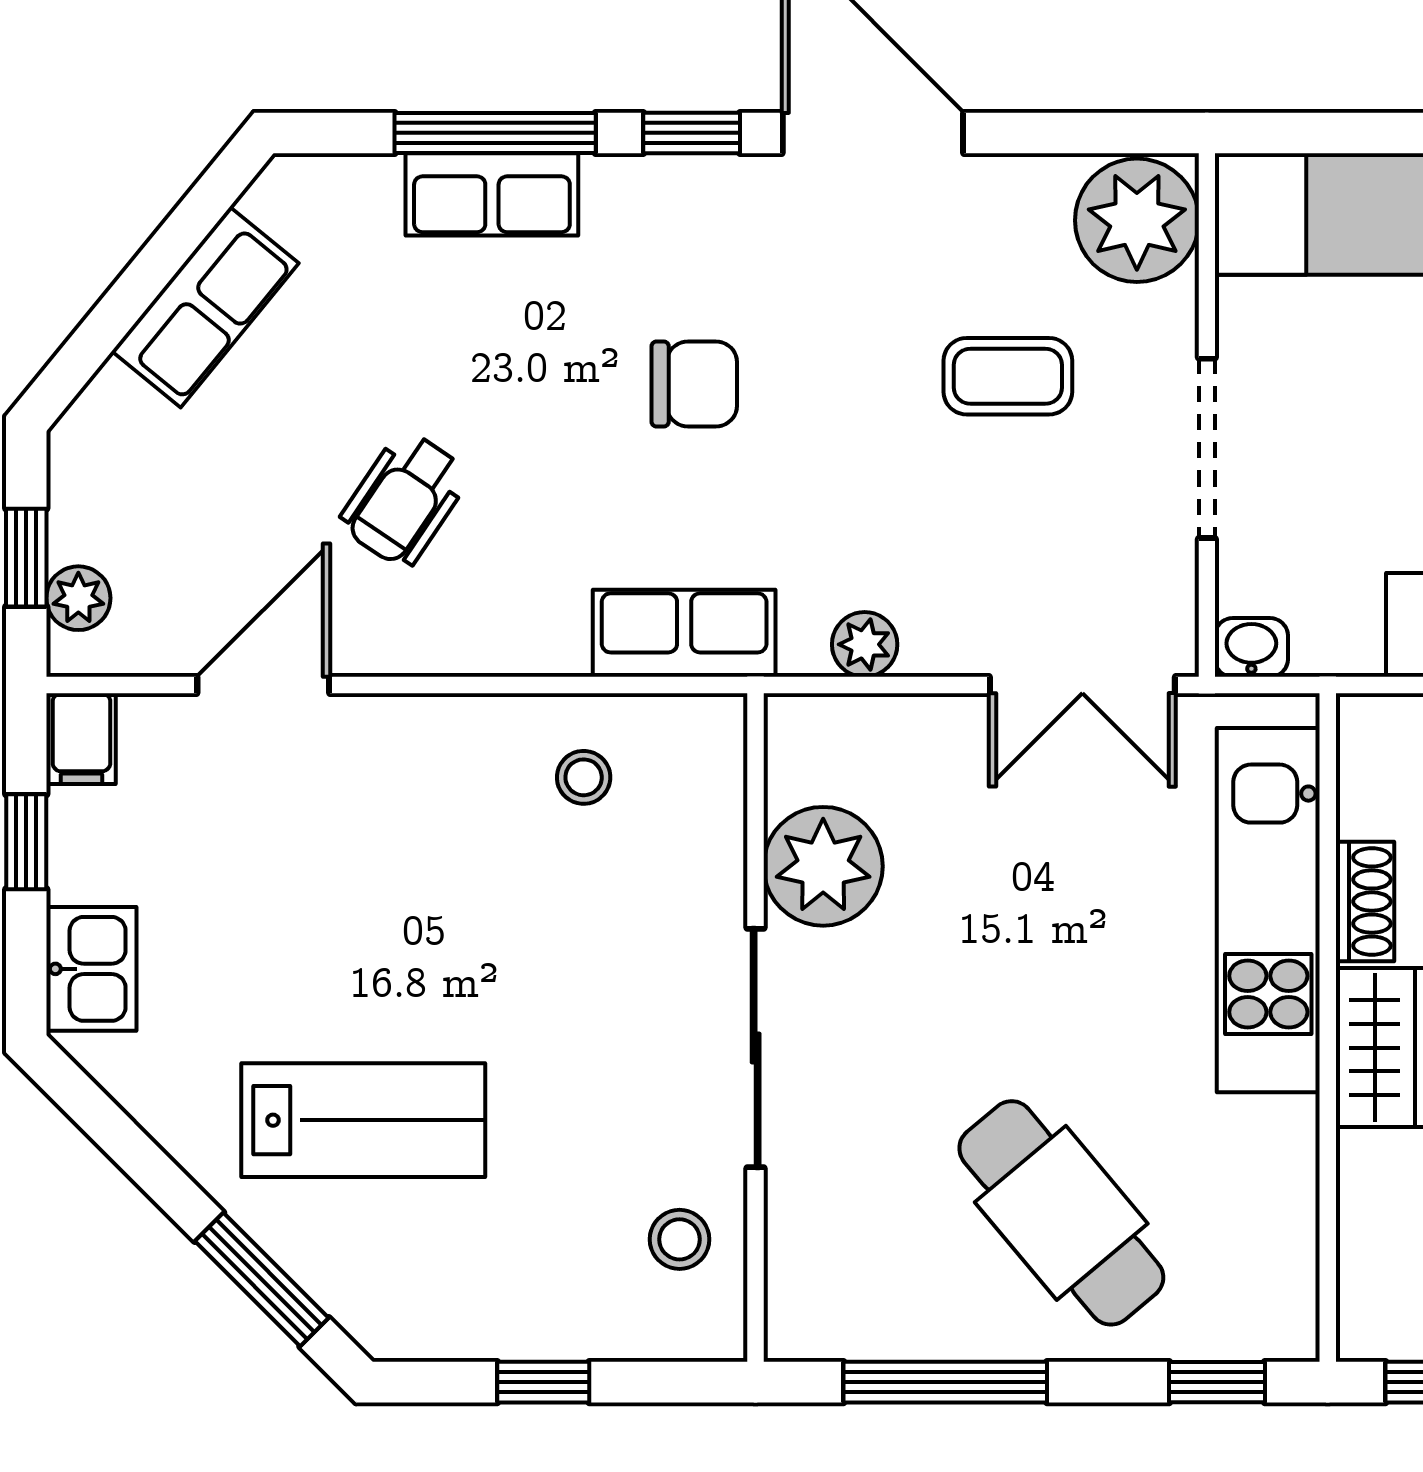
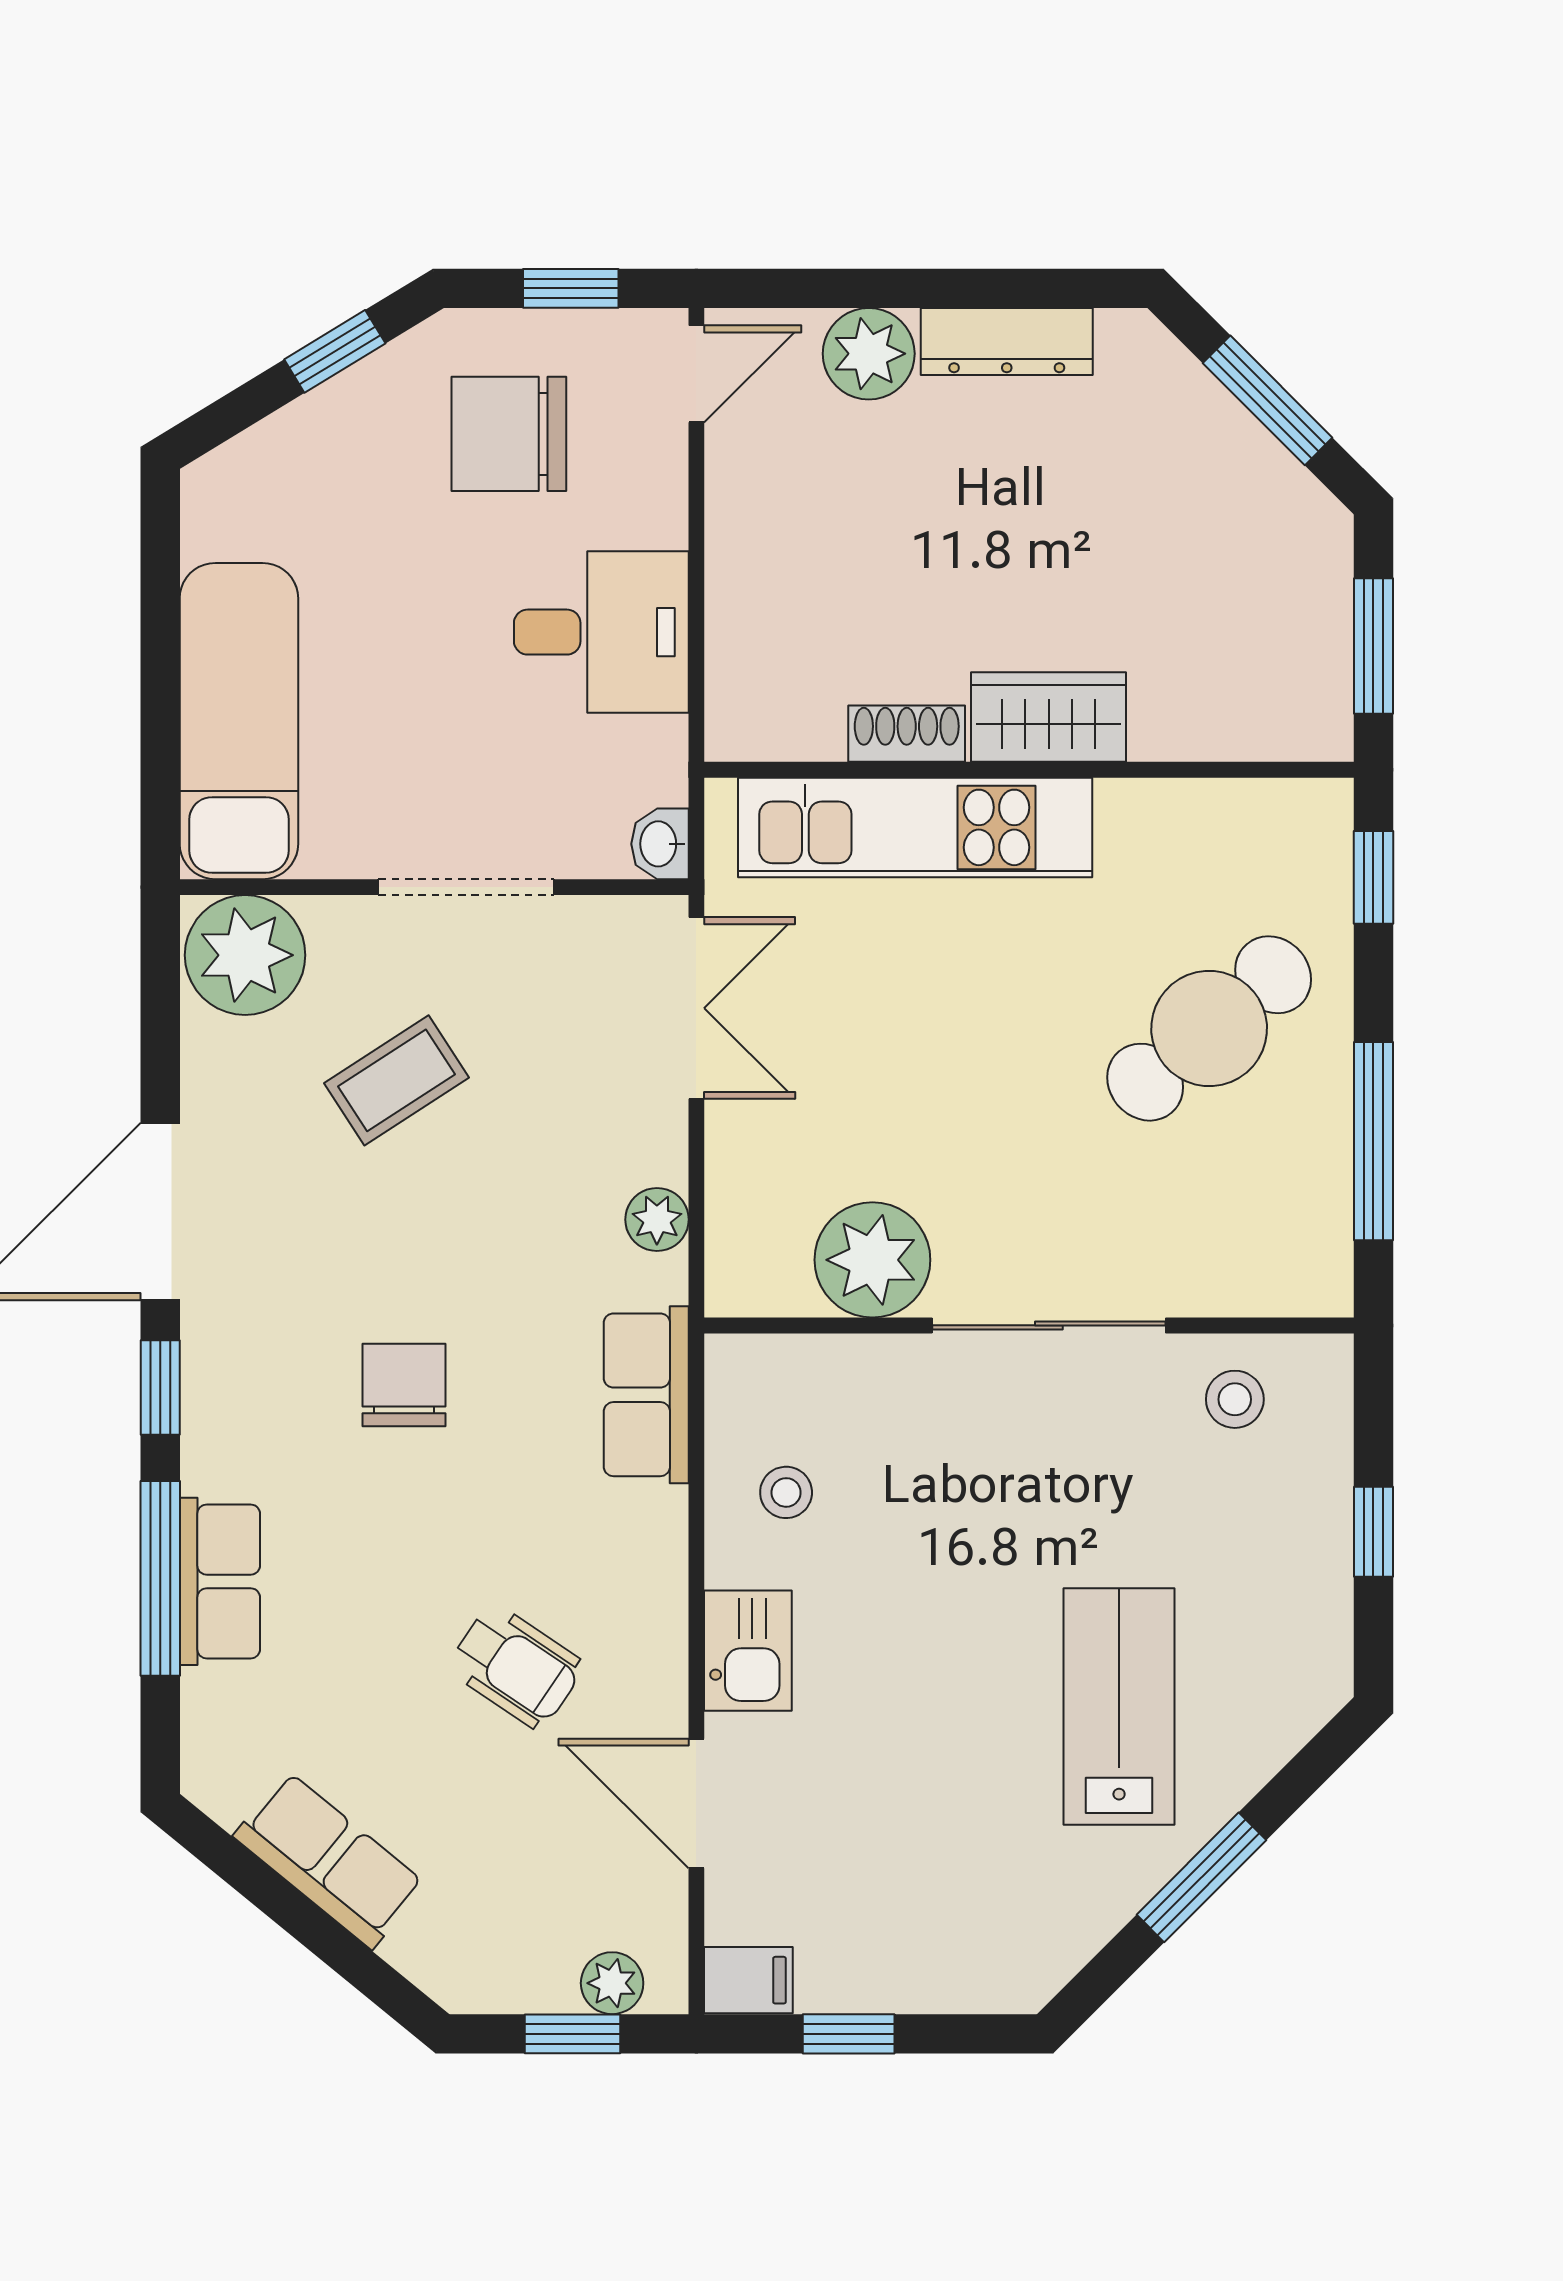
coffee table: (1008, 376) -> (396, 1080), turned 57
kitchen sink: (91, 969) -> (748, 1651), moved, turned 90
window: (262, 1279) -> (1201, 1877), moved

